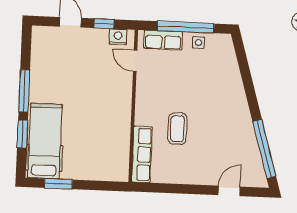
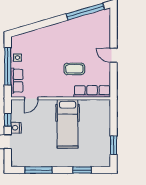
nightstand: (118, 37) -> (16, 128), moved
window: (24, 91) -> (38, 170), moved
hospital bed: (45, 141) -> (68, 124), moved, turned -90
door: (229, 191) -> (114, 55), moved

